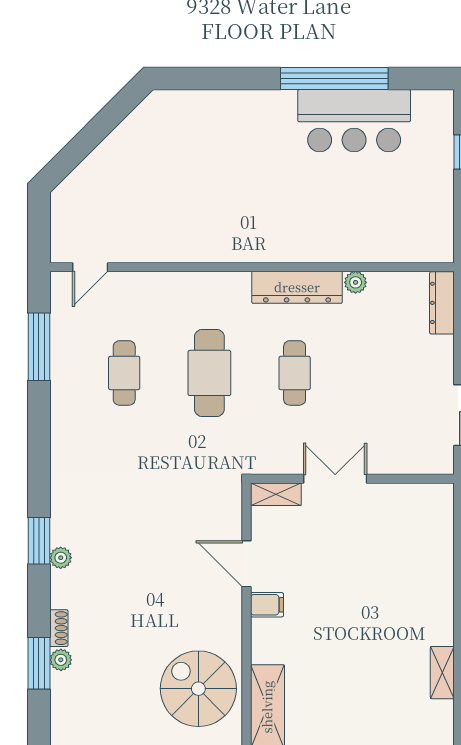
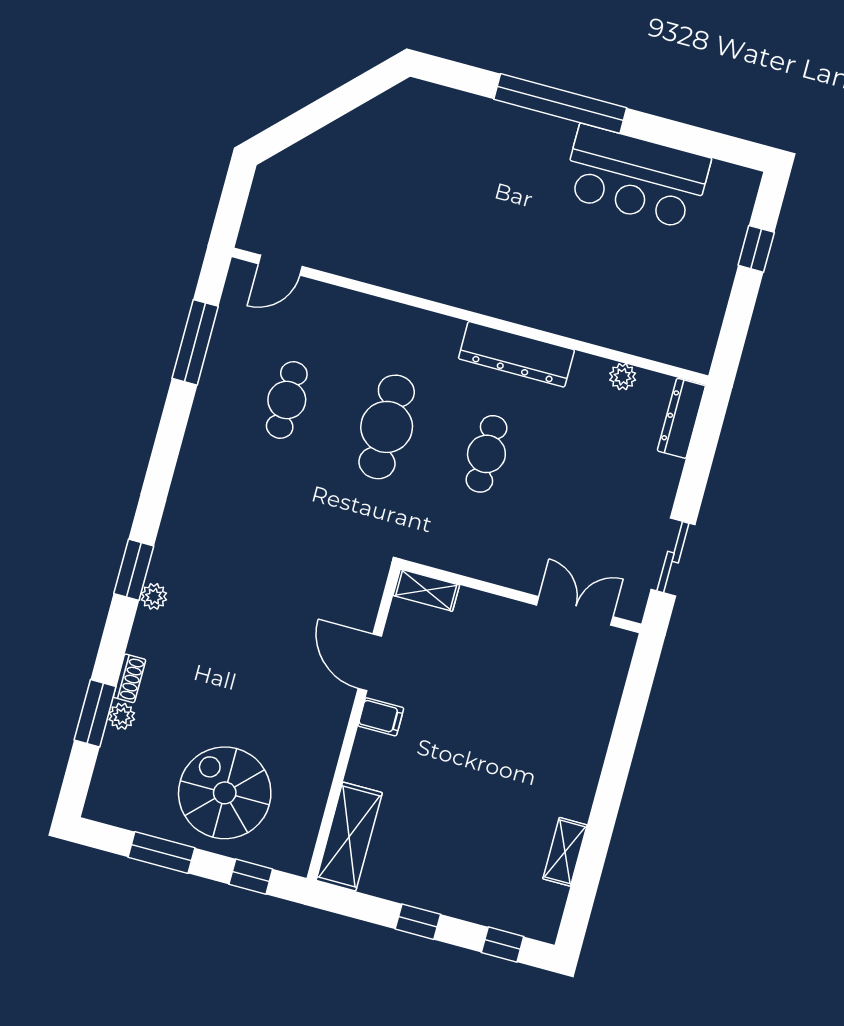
window: (334, 79) -> (560, 103), moved
plant: (356, 282) -> (623, 377), moved
double door: (335, 479) -> (575, 611), moved
spiral stairs: (198, 689) -> (225, 793), moved

